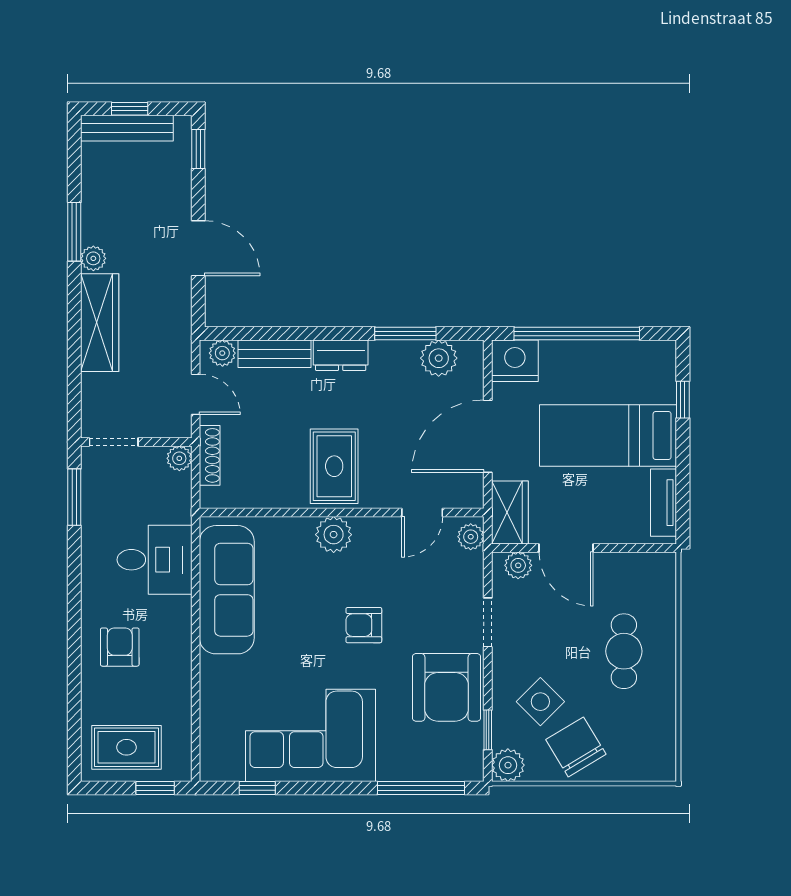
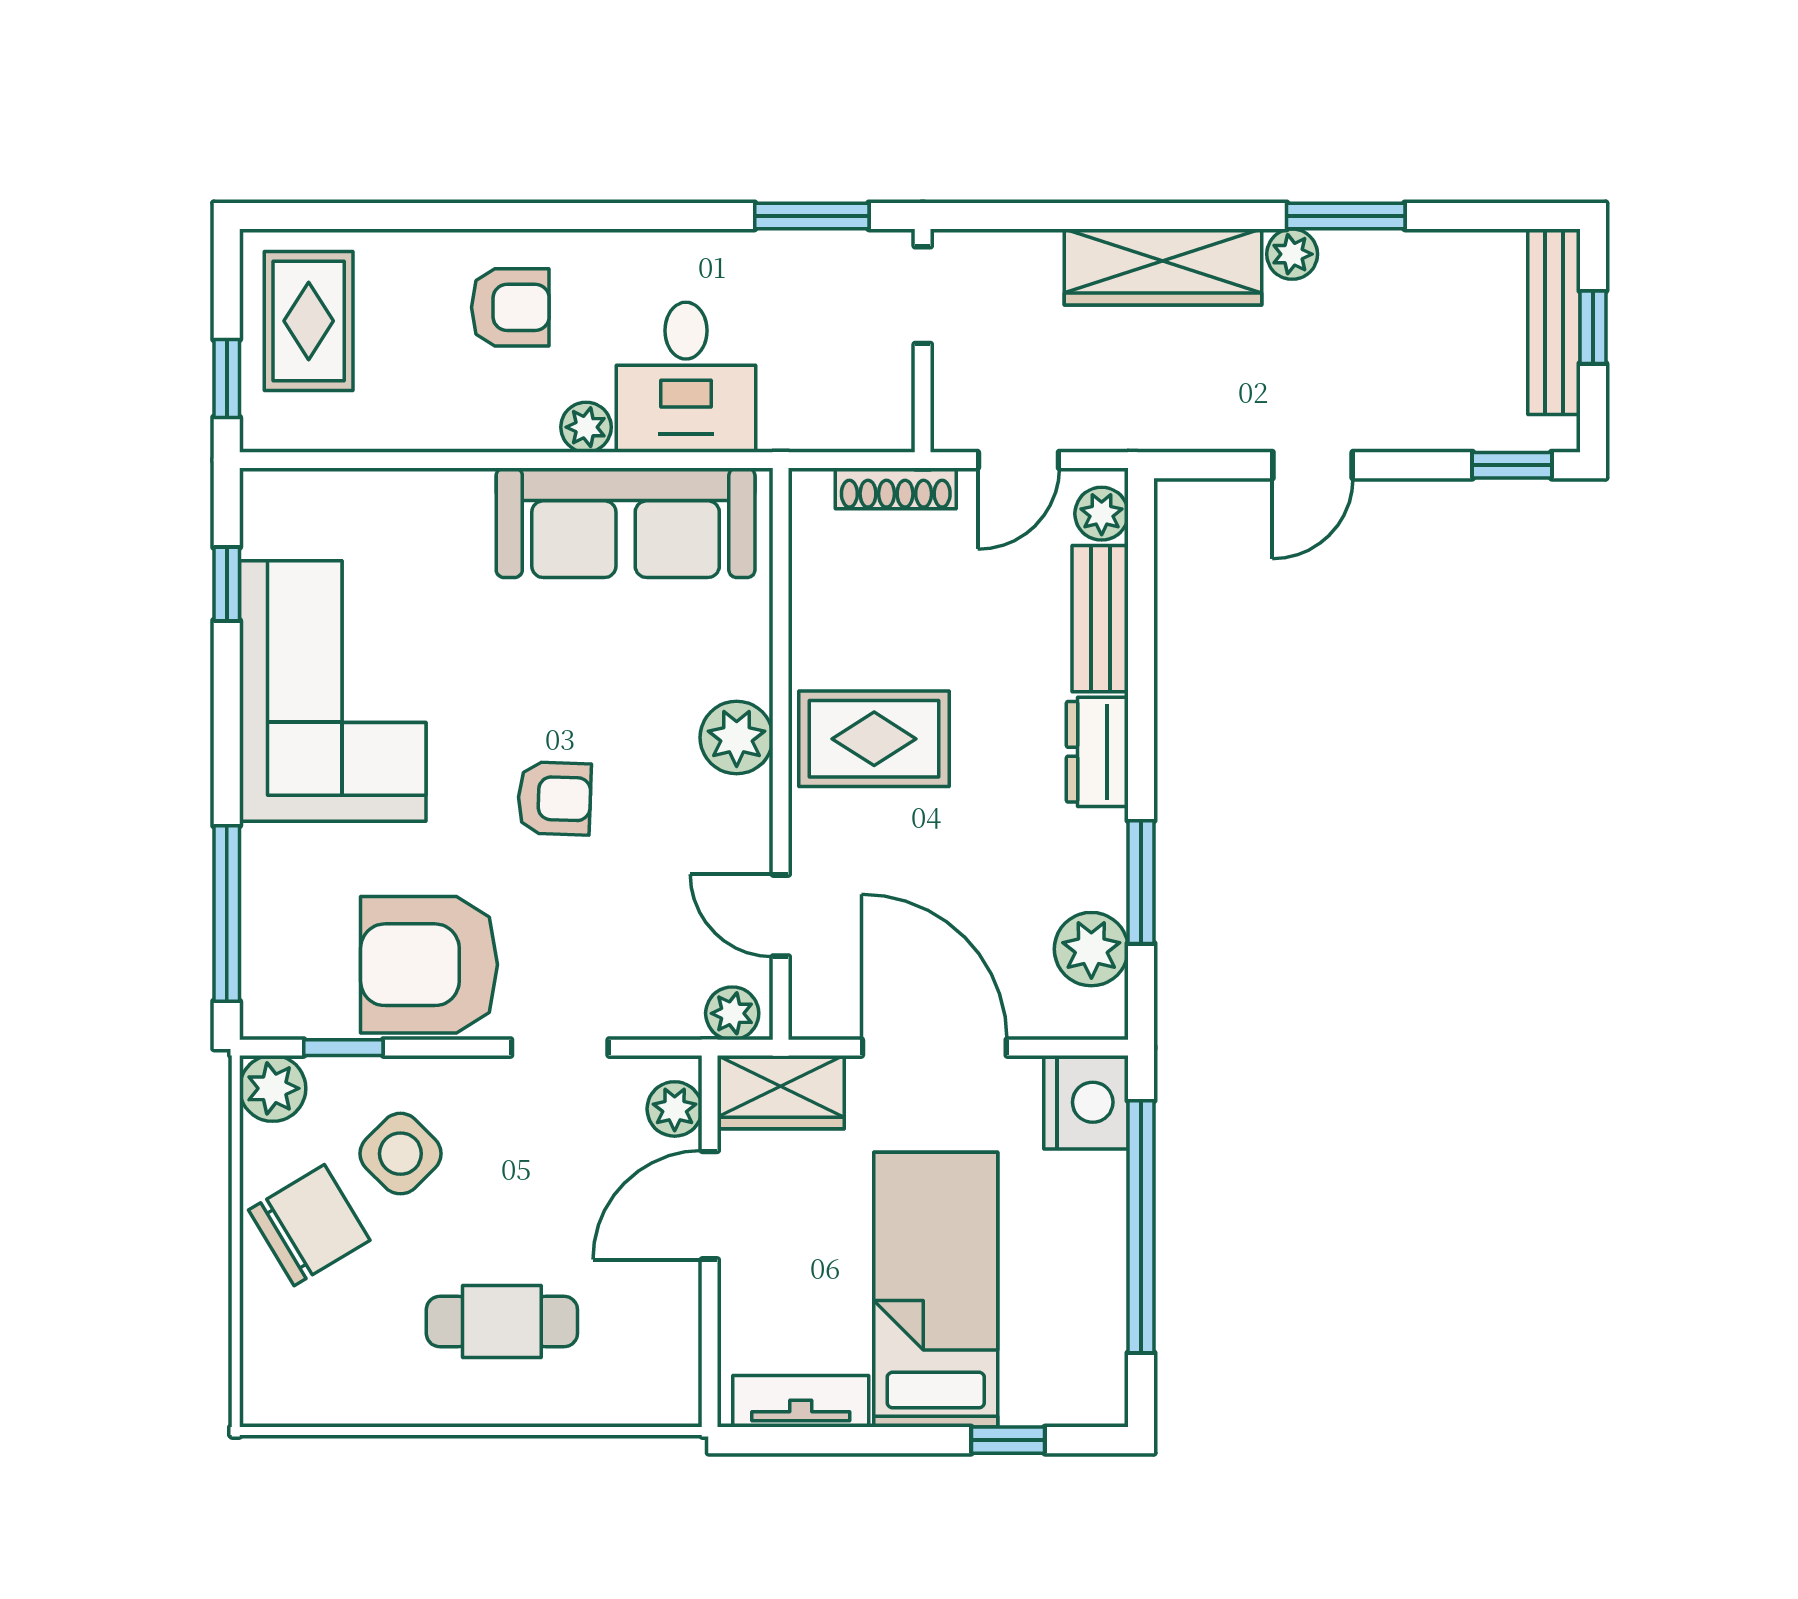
door: (198, 248) -> (1313, 465), width x0.73
plant: (179, 458) -> (586, 427), moved
armchair: (364, 625) -> (554, 798), turned 92

